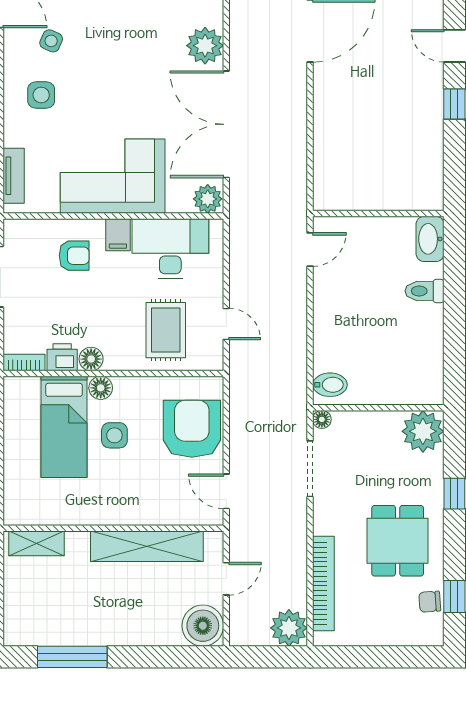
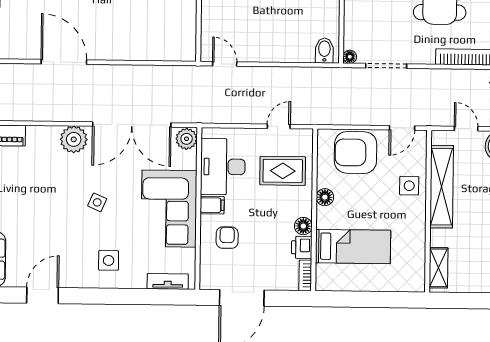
side table: (51, 41) -> (97, 202), moved
floor lamp: (101, 388) -> (325, 197), moved
side table: (114, 435) -> (409, 186), moved

